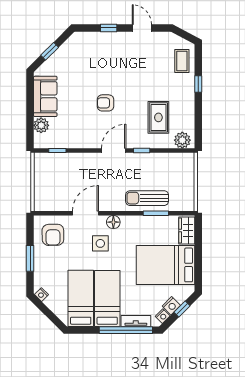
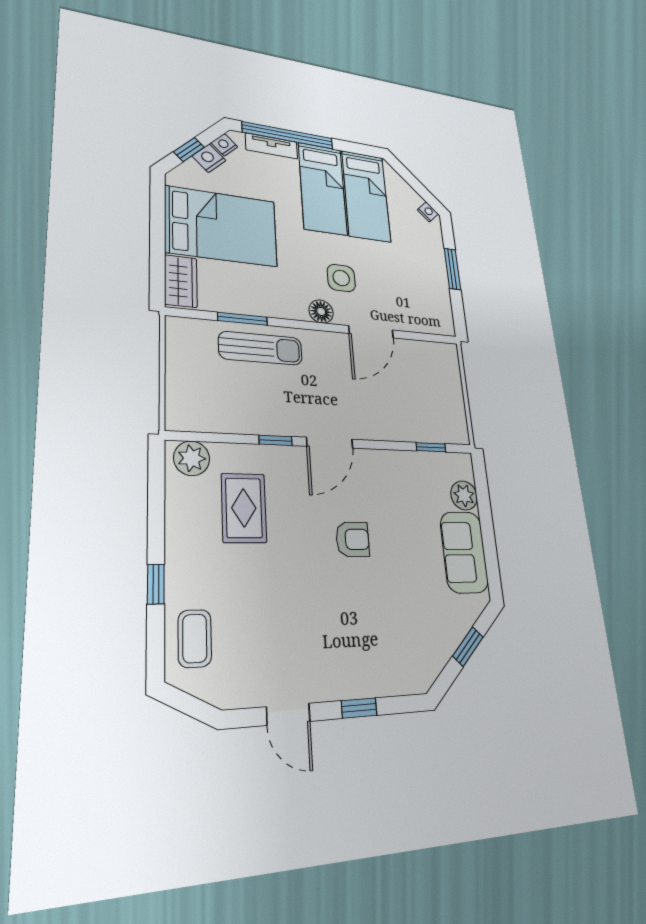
armchair: (53, 235) -> (421, 302), removed

